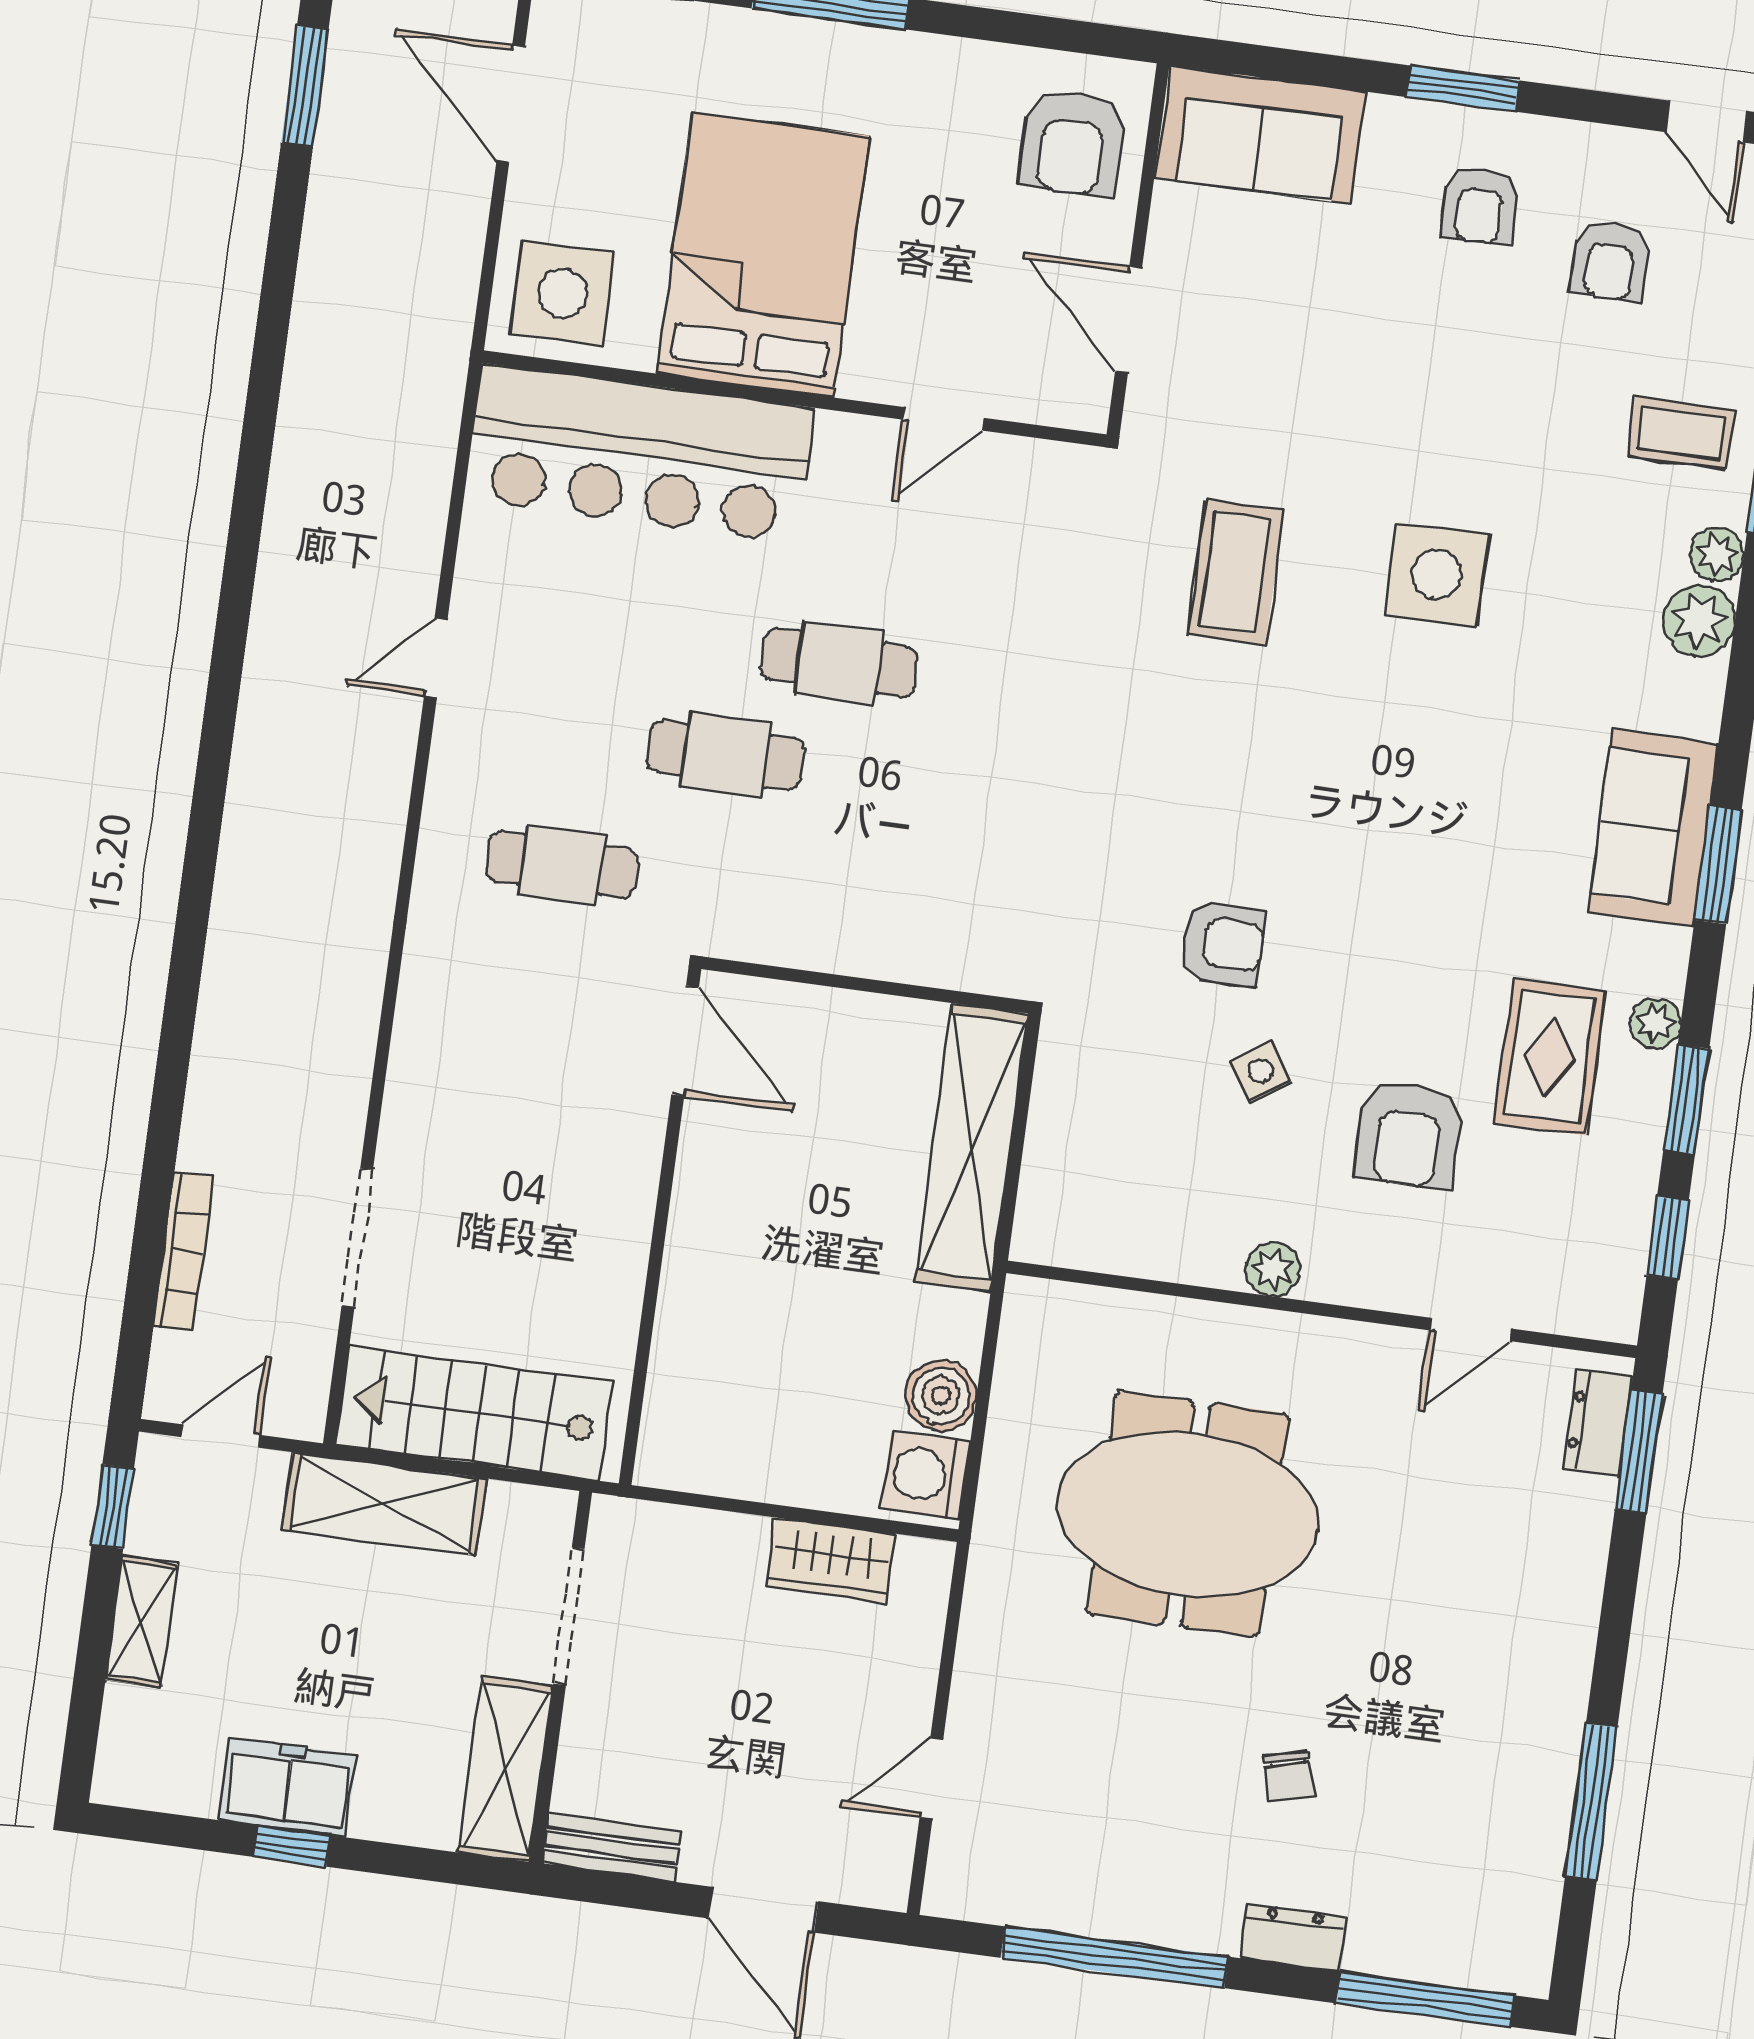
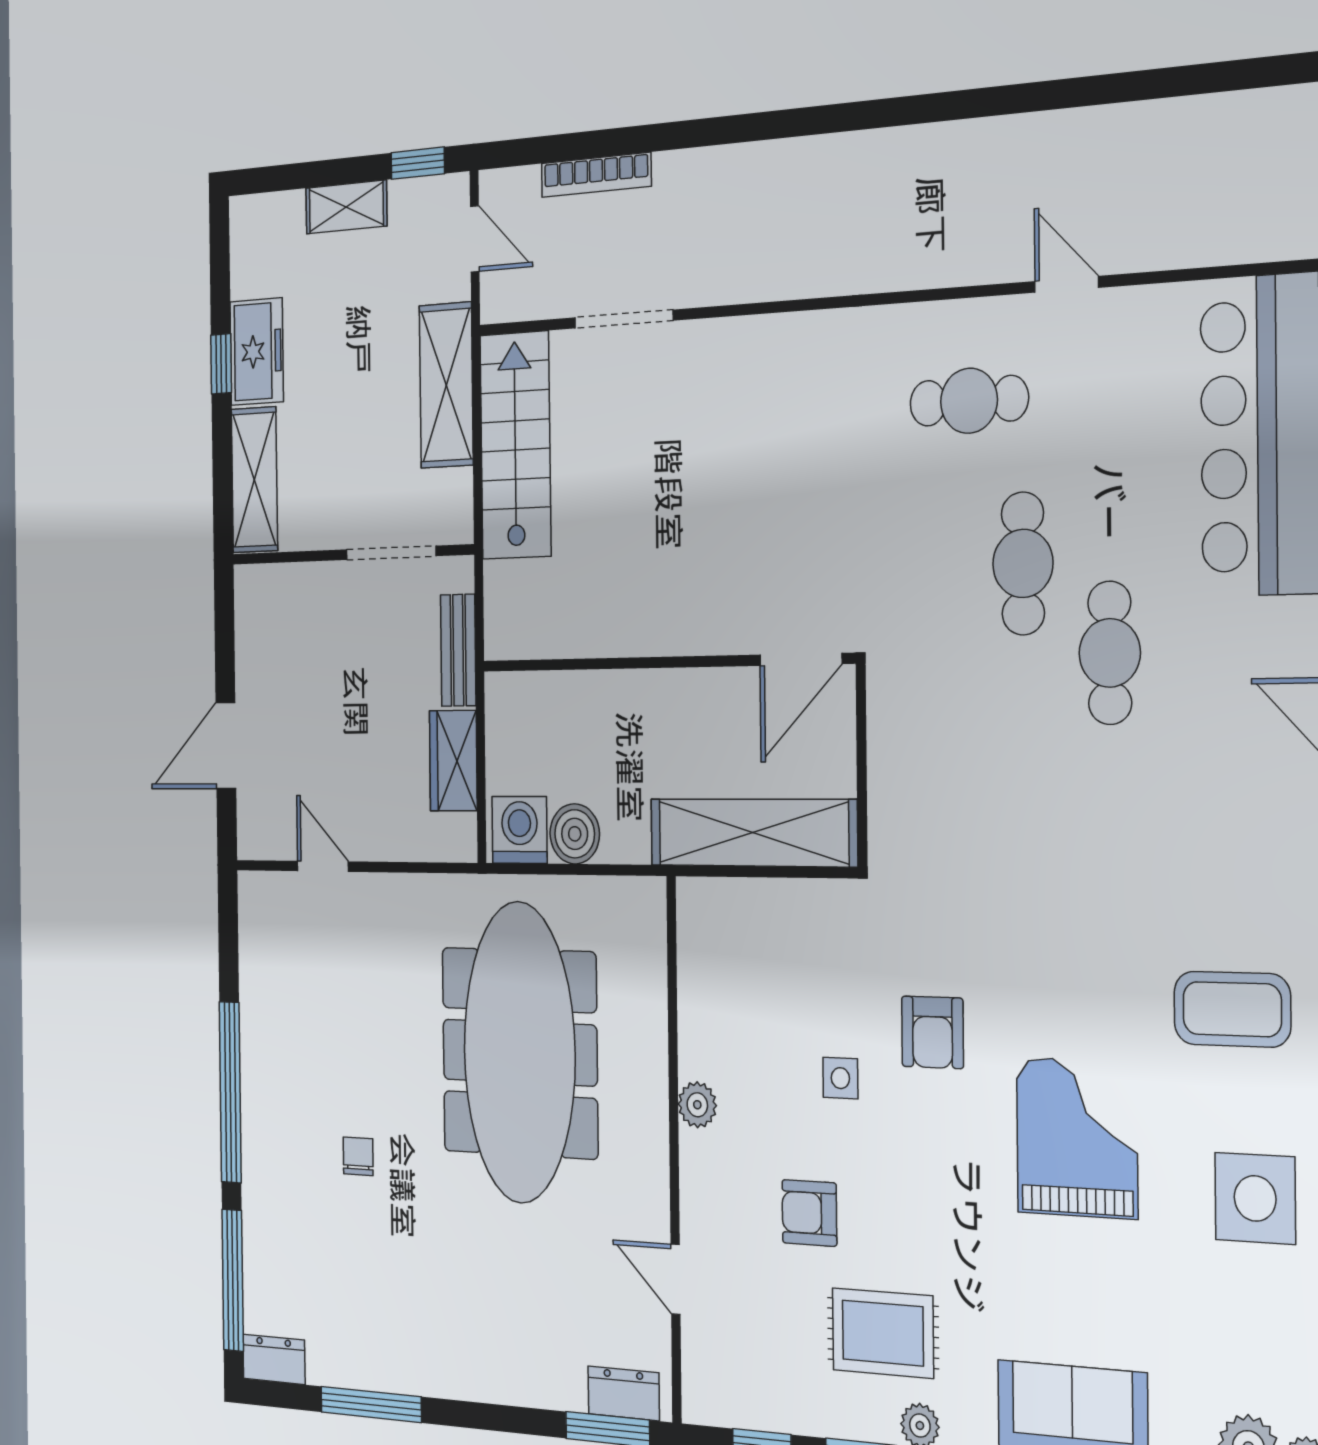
grand piano: (1354, 779) -> (1077, 1138), added
cafe table: (562, 865) -> (969, 401), moved, turned 90
door: (685, 1041) -> (801, 659), moved
side table: (1261, 1071) -> (840, 1078), turned 35
armchair: (1409, 1135) -> (809, 1213), width x0.72, depth x0.72
wall: (660, 1226) -> (664, 662), moved
meeting table: (1188, 1514) -> (519, 1052), width x1.36
shelving: (506, 1769) -> (254, 480), moved, turned 90
chair: (1289, 1776) -> (358, 1156), turned 105
bench: (611, 1848) -> (458, 650), moved
dresser: (1293, 1937) -> (274, 1359), moved, turned -90
window: (1114, 1957) -> (230, 1092), moved

